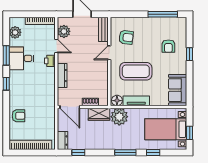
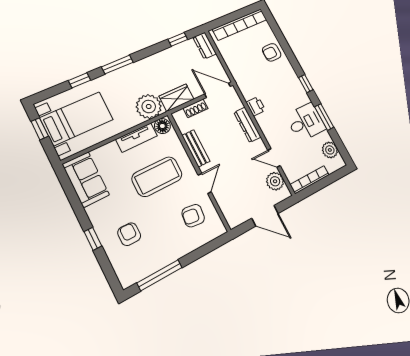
bench: (103, 29) -> (196, 148), moved
printer: (50, 61) -> (256, 106), moved

